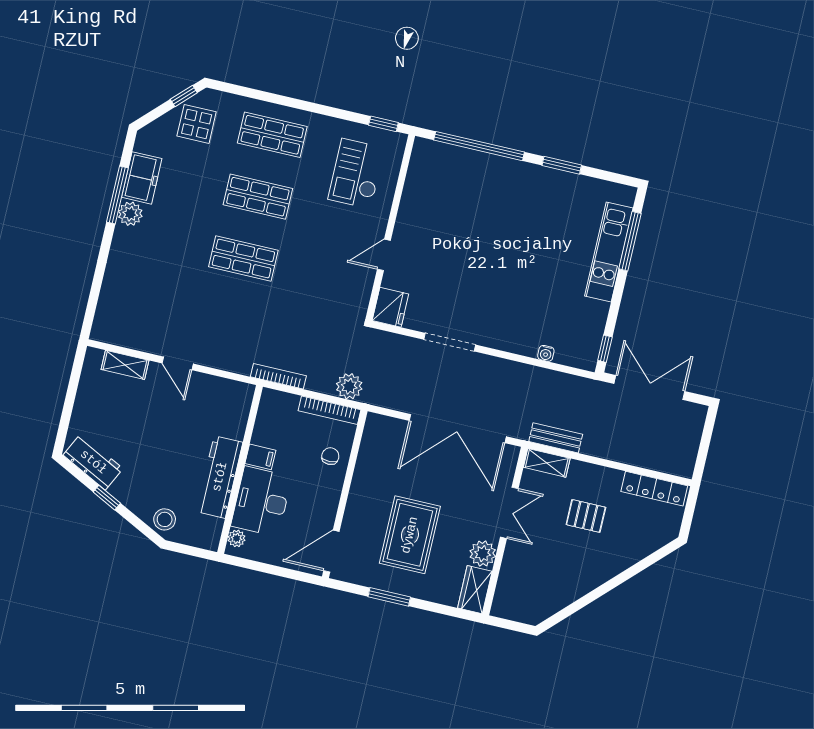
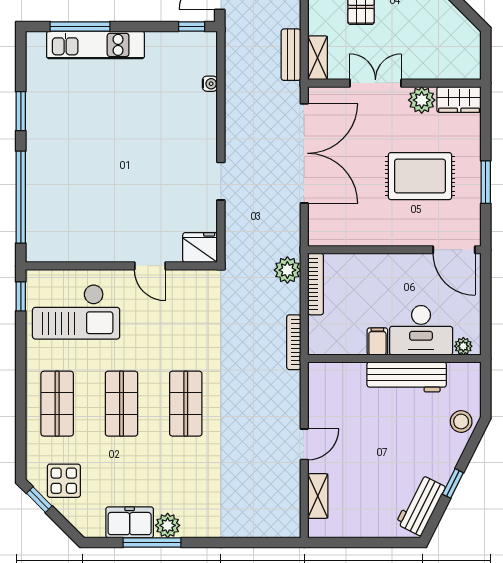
checkout: (356, 174) -> (76, 312), width x1.36, depth x1.21
doorway: (450, 342) -> (221, 181), width x0.73
chair: (330, 456) -> (361, 273), removed

